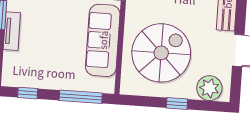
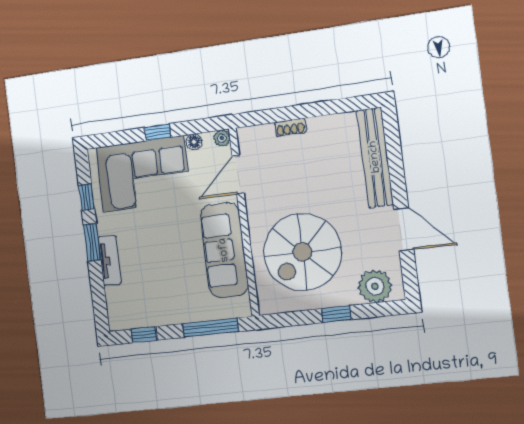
spiral stairs: (161, 53) -> (302, 252), turned 180

